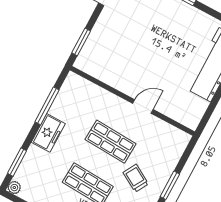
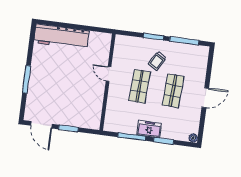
window: (81, 42) -> (68, 128), moved
window: (17, 162) -> (164, 141), moved

